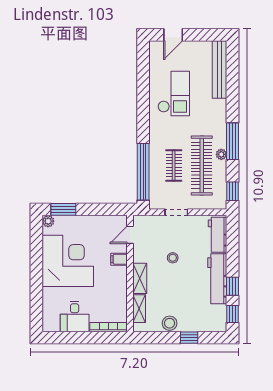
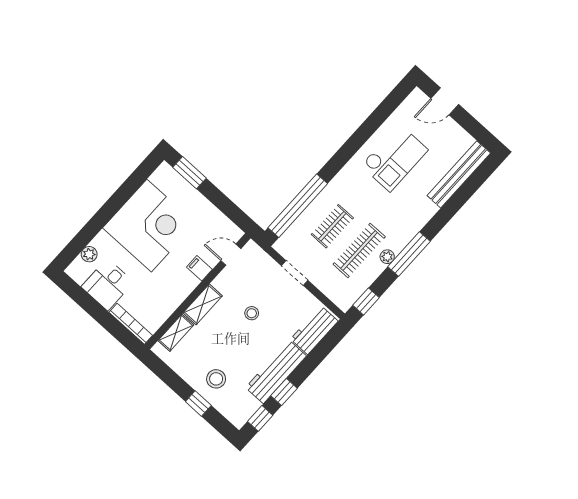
clothes rail: (202, 165) -> (359, 250), width x0.73, depth x0.76
plant: (48, 221) -> (89, 254), moved
stool: (170, 323) -> (216, 379), moved

